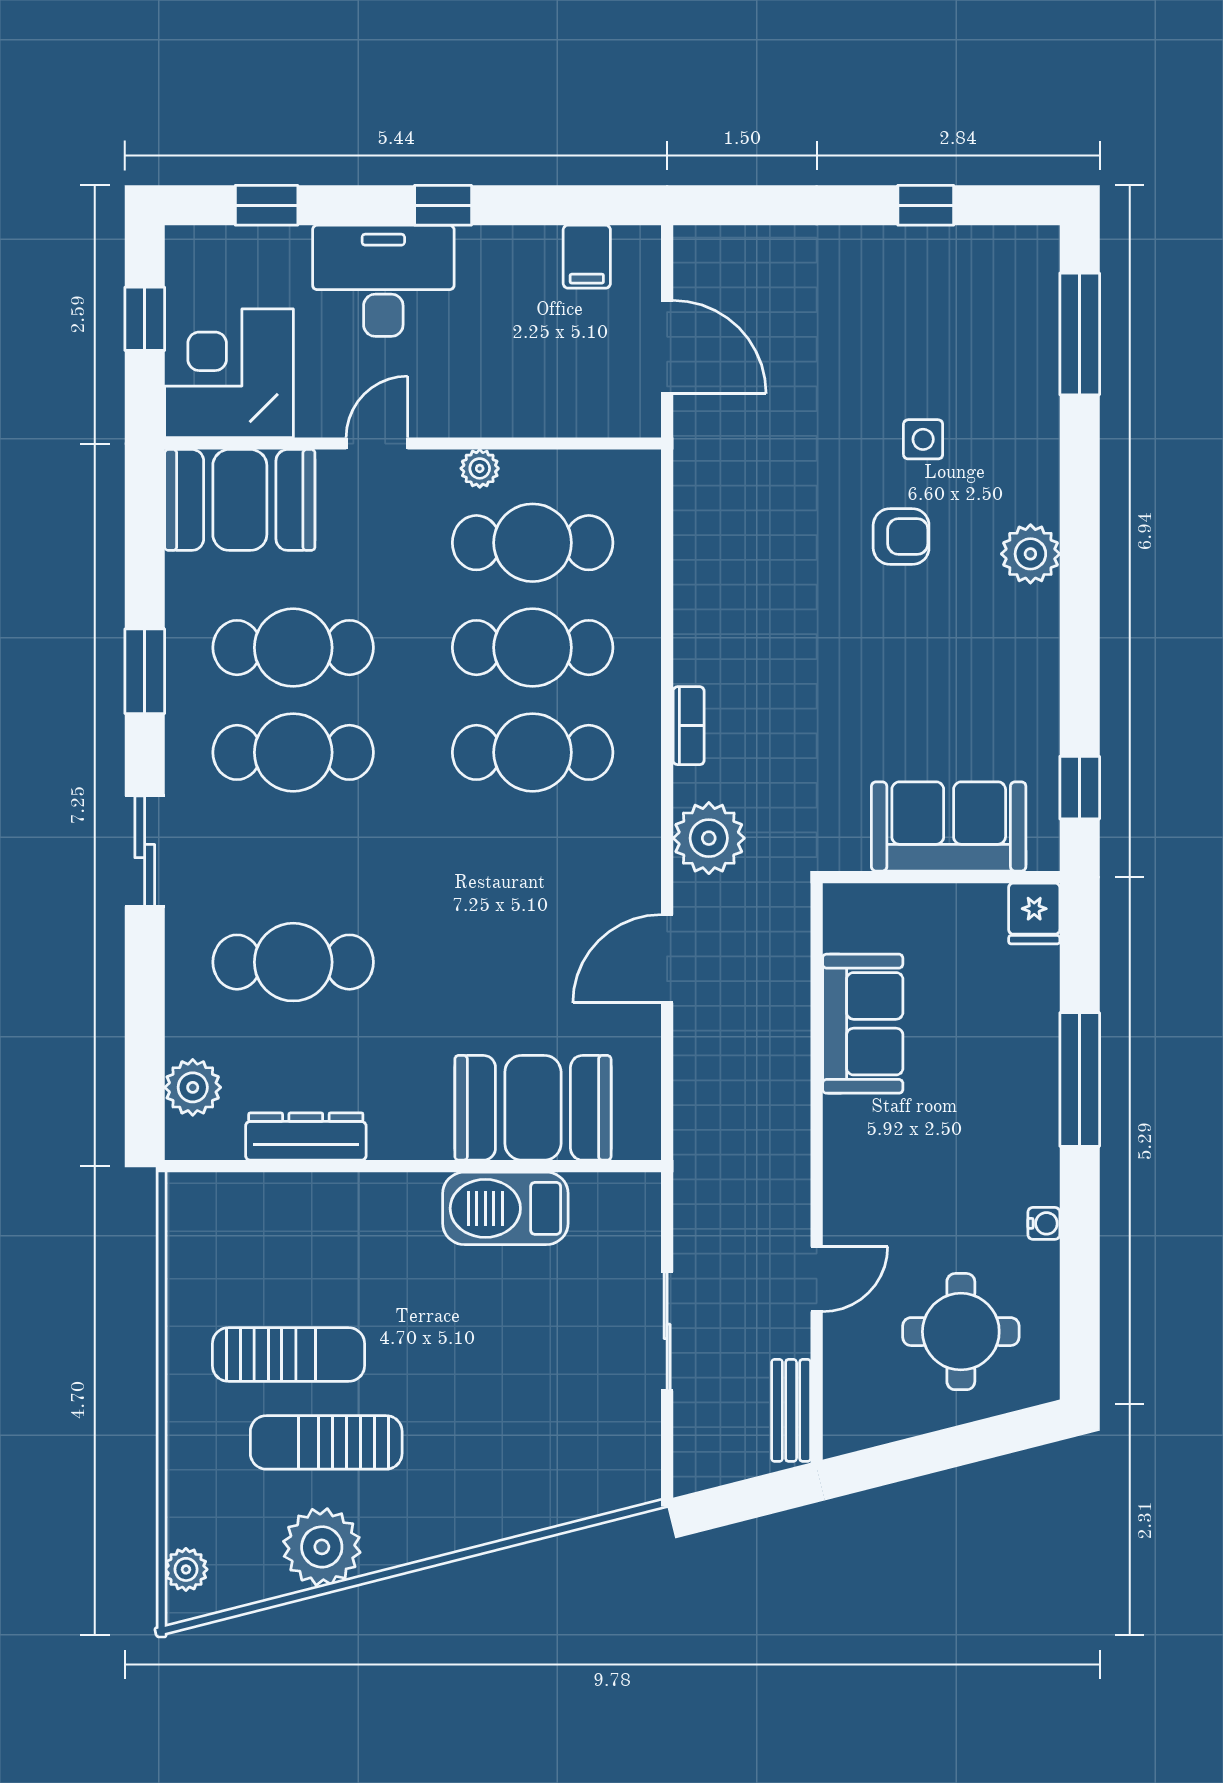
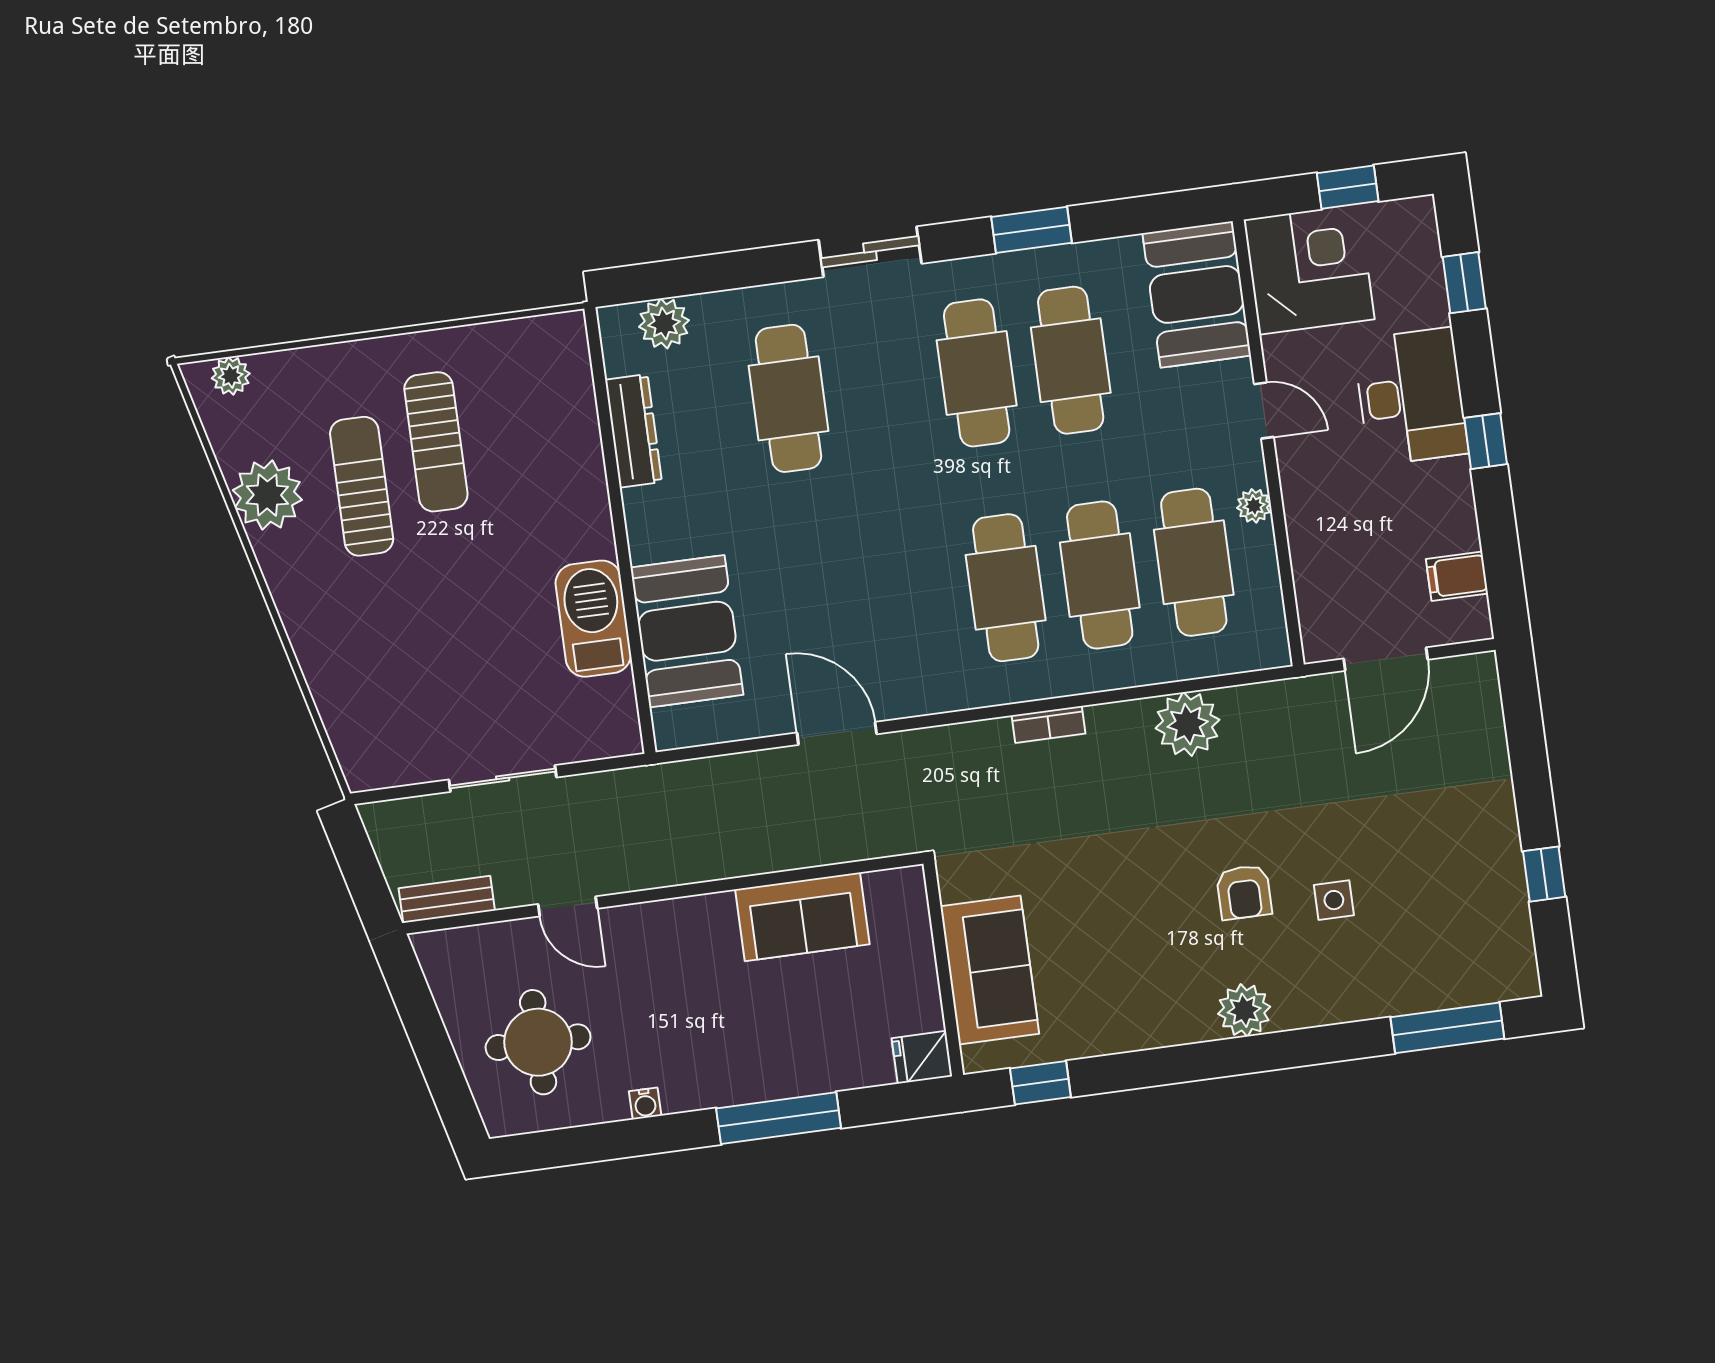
plant: (709, 838) -> (1188, 724), moved

